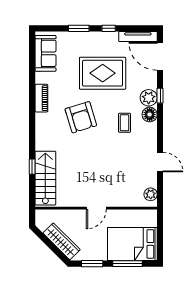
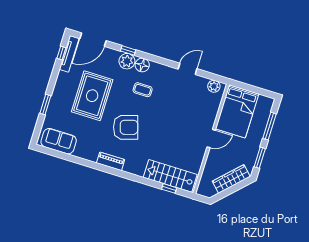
window: (109, 28) -> (61, 53), moved
piano: (41, 98) -> (111, 161), moved
window: (32, 167) -> (169, 188), moved
door: (96, 208) -> (211, 139), hinge flipped
bed: (132, 244) -> (237, 111), moved

